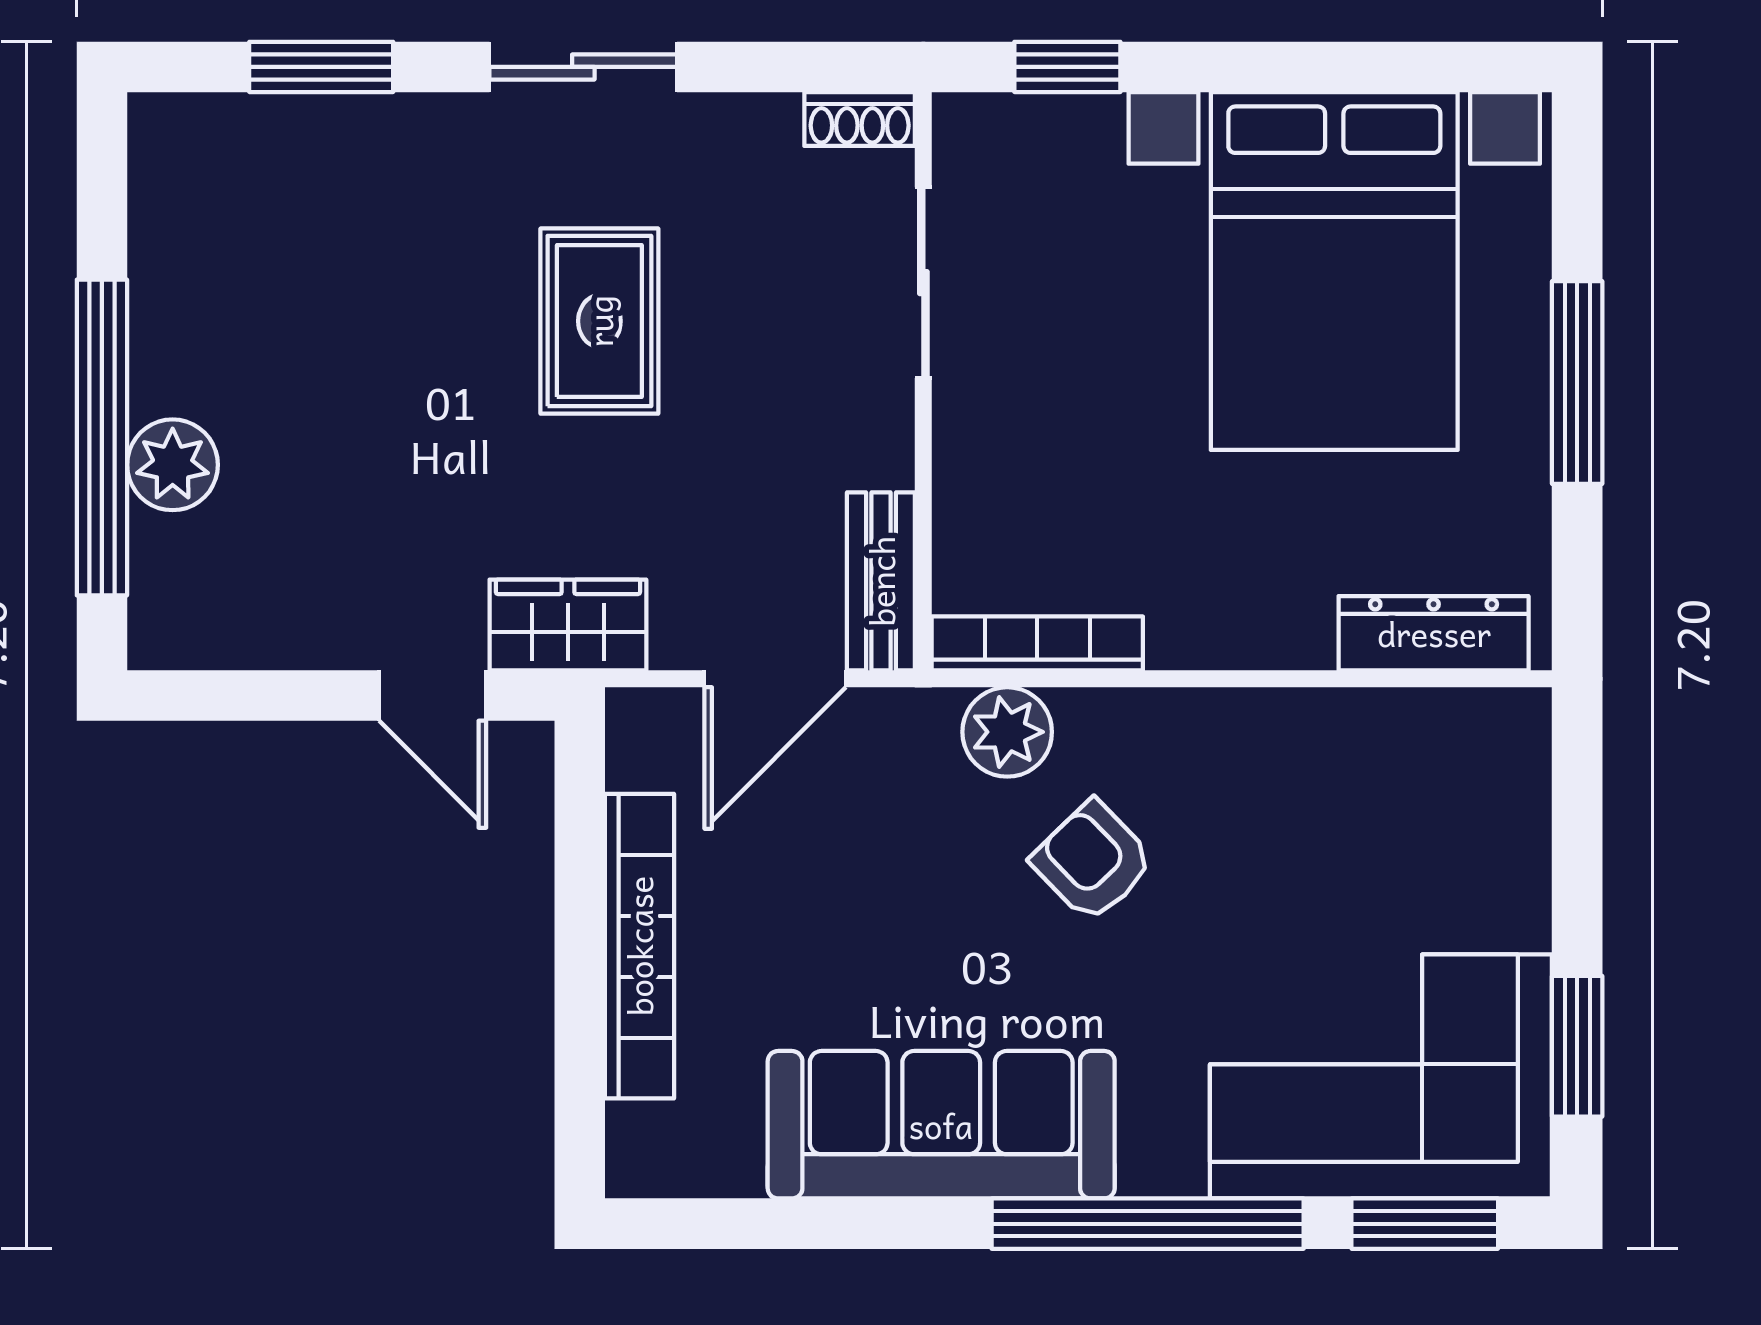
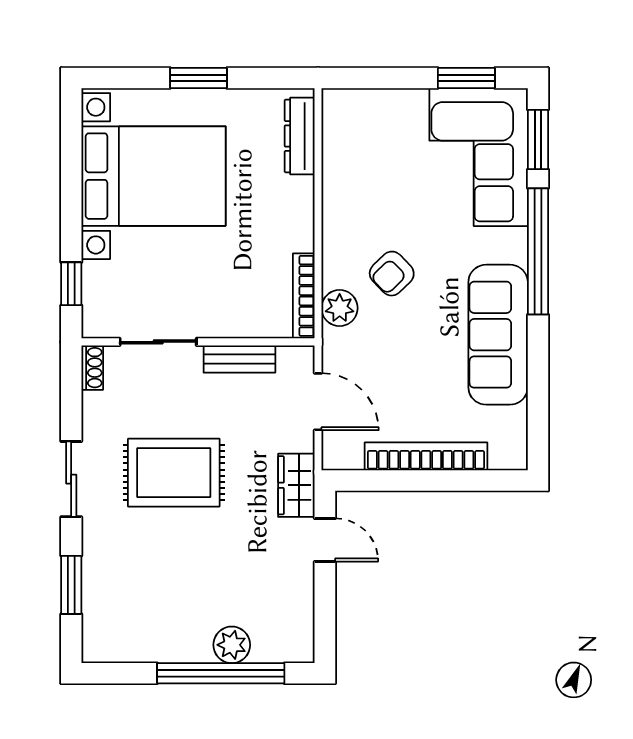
rug: (599, 321) -> (174, 473), width x1.36, depth x1.43
window: (1577, 382) -> (199, 78), width x0.69
bench: (881, 581) -> (239, 359), moved
door: (433, 696) -> (325, 540), hinge flipped

